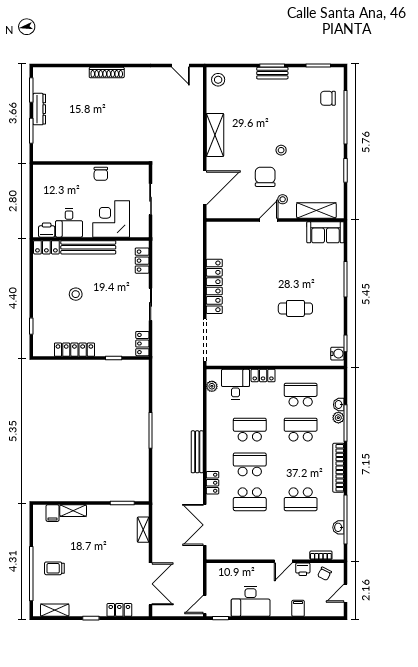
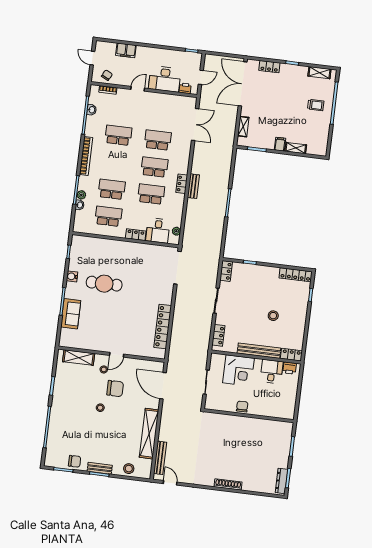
stool: (218, 80) -> (129, 469), moved
bench: (197, 96) -> (160, 458), added
chair: (328, 98) -> (75, 461), moved
dresser: (39, 109) -> (282, 481), moved
shelving: (215, 135) -> (149, 434), width x1.47
chair: (265, 177) -> (115, 389), turned -90
door: (205, 188) -> (163, 386), hinge flipped
sofa: (325, 232) -> (71, 314), moved, turned 90
locker: (214, 286) -> (163, 327), moved
cafe table: (295, 308) -> (104, 284), width x1.37, depth x1.35
locker: (74, 350) -> (296, 275), moved
water cooler: (337, 354) -> (72, 276), moved
school desk: (301, 395) -> (108, 216), turned 180
school desk: (250, 430) -> (151, 194), turned 180
school desk: (301, 430) -> (112, 189), turned 180
bench: (197, 452) -> (193, 186), width x0.73
school desk: (250, 464) -> (154, 167), turned 180
locker: (212, 483) -> (182, 184), moved
filing cabinet: (53, 513) -> (280, 144), moved
printer: (303, 569) -> (185, 88), moved
double door: (151, 584) -> (243, 84), width x1.36
door: (346, 593) -> (92, 58), swing flipped
desk: (251, 601) -> (165, 79), moved, turned 180
door: (205, 604) -> (201, 77), moved
filing cabinet: (298, 608) -> (126, 50), width x2.00

